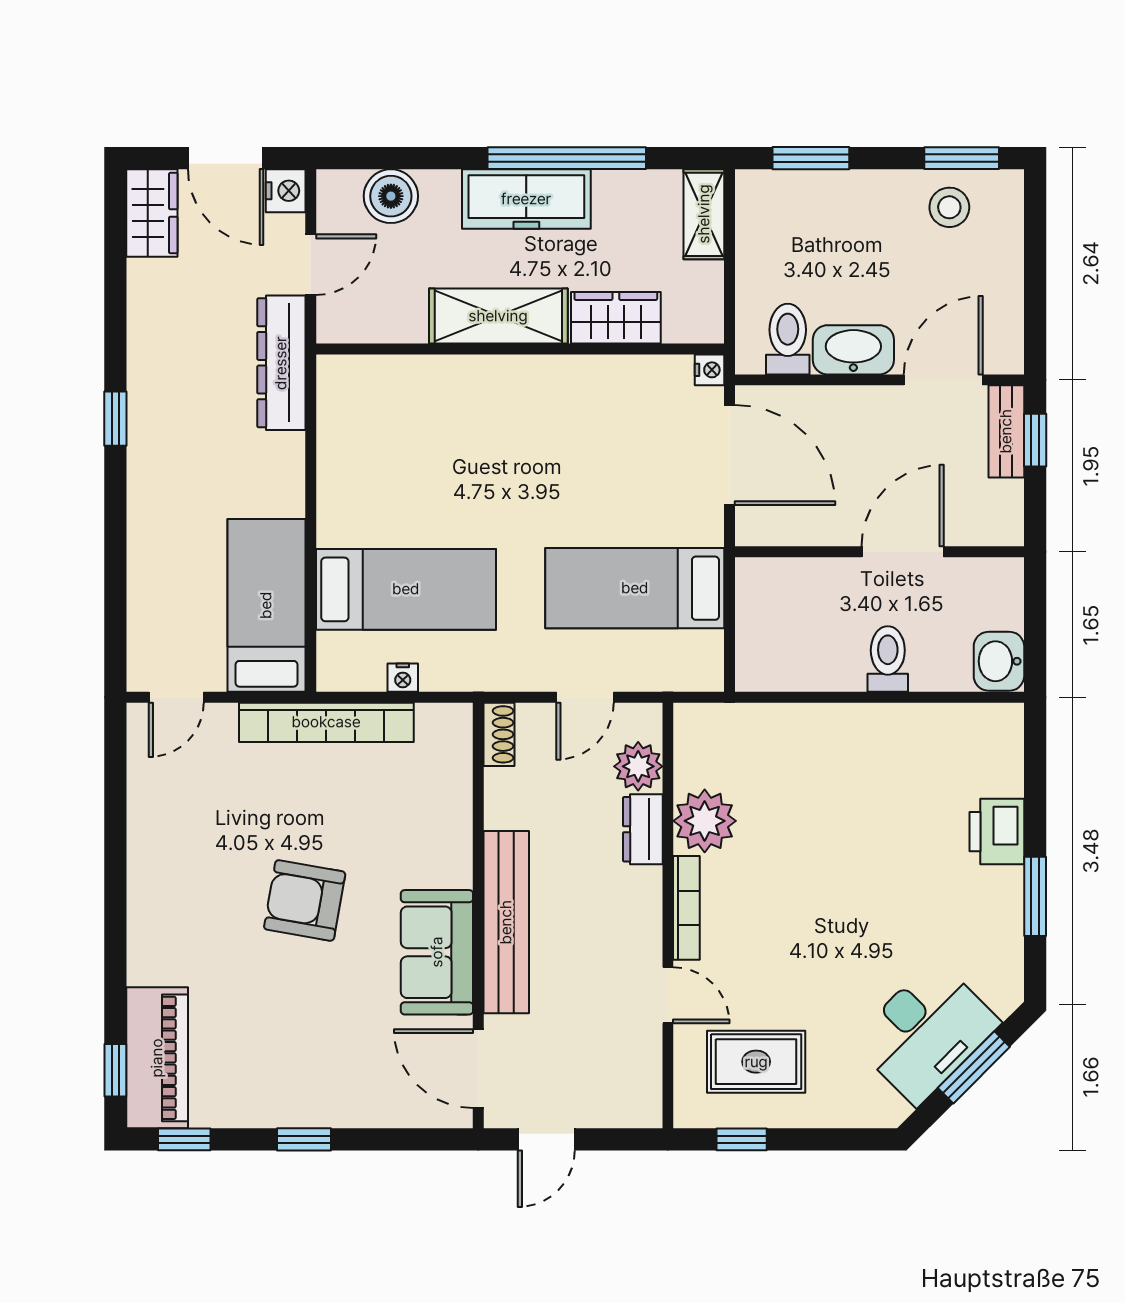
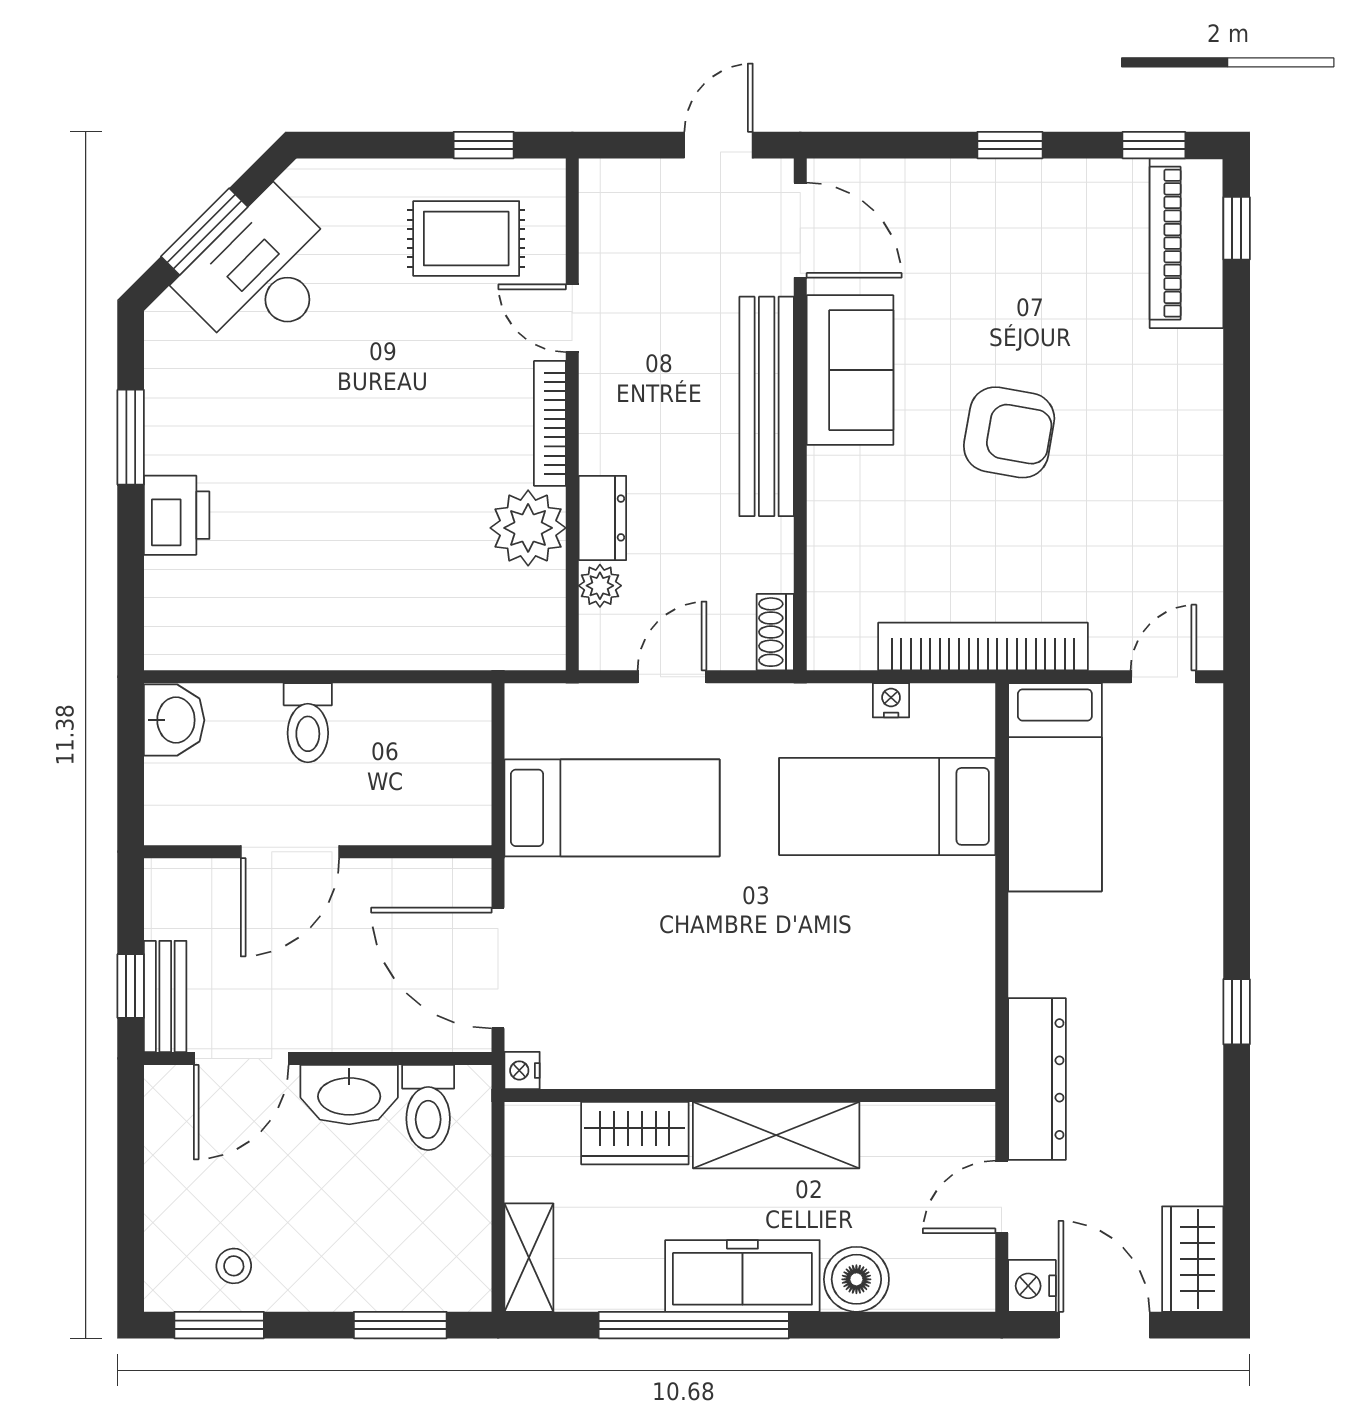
boiler: (391, 196) -> (856, 1279), moved
stool: (949, 207) -> (234, 1266), width x0.73, depth x0.73
plant: (638, 766) -> (600, 586), width x0.73, depth x0.73

